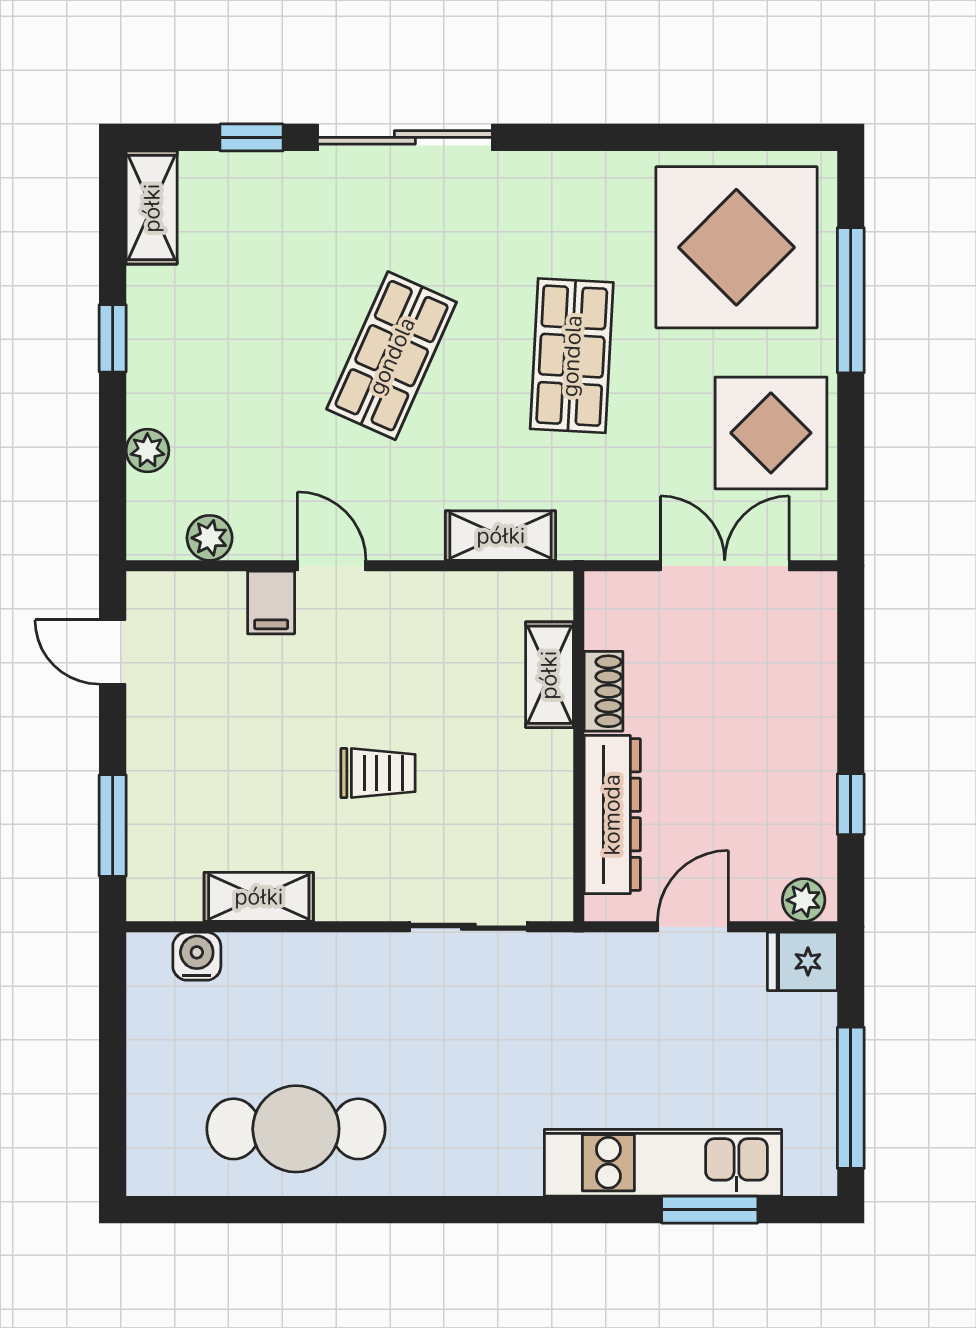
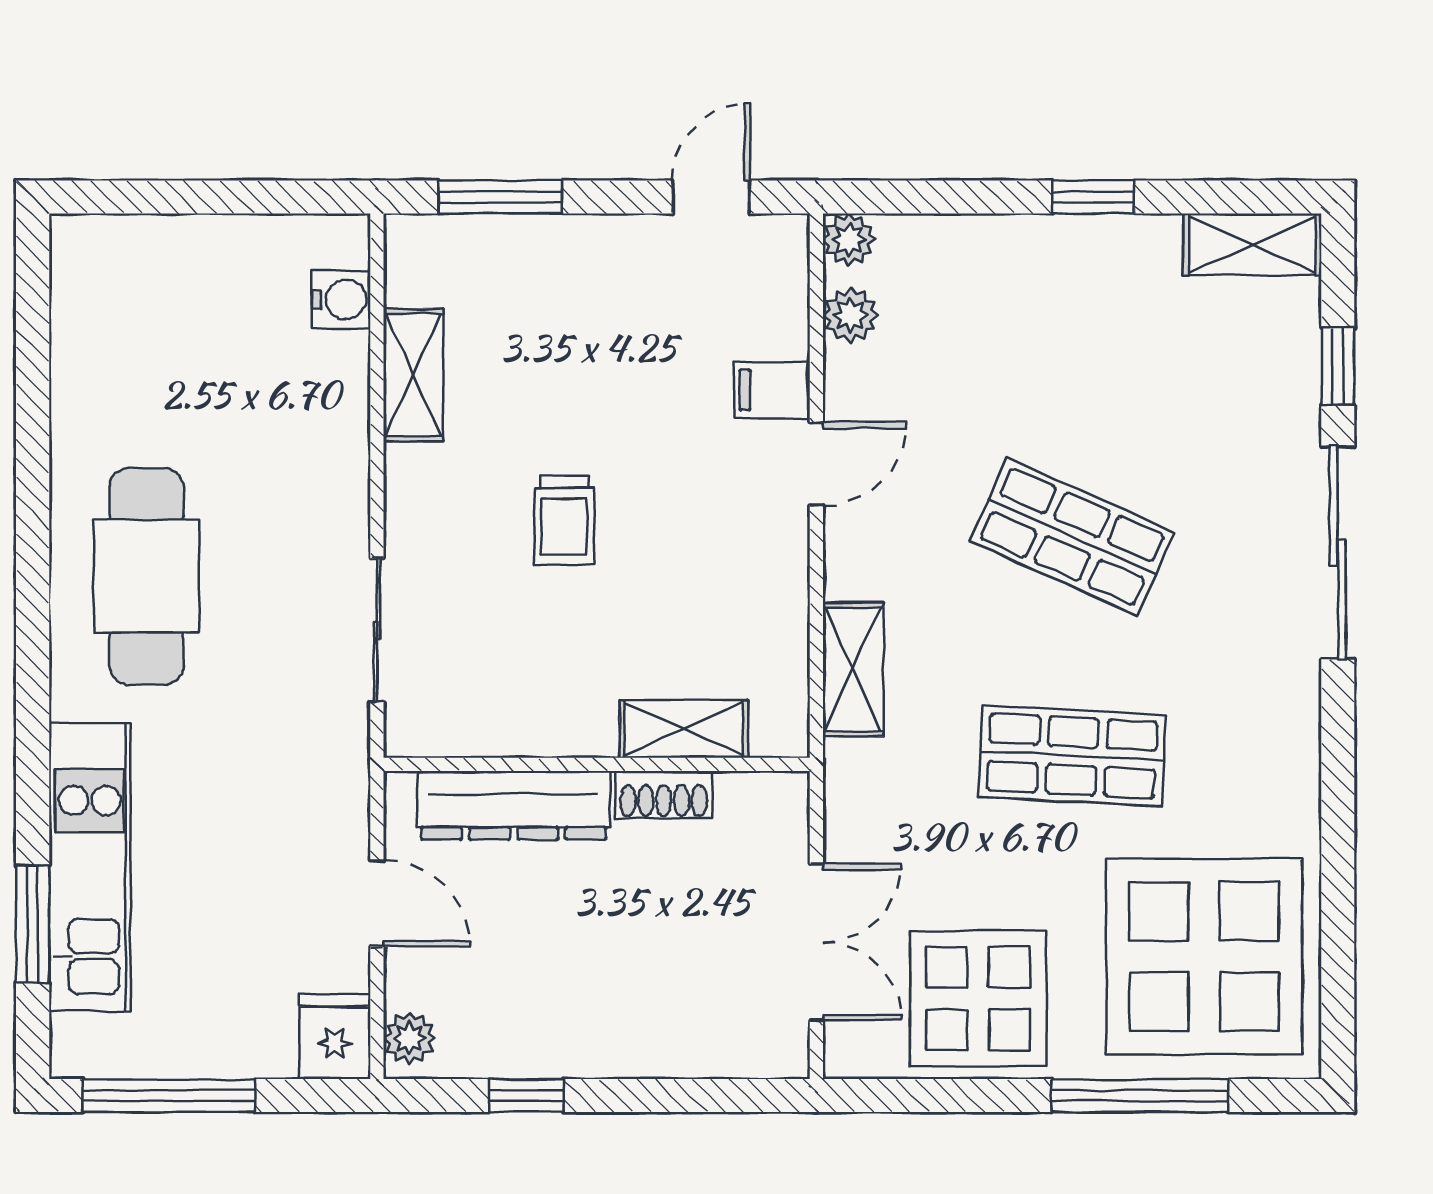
plant: (147, 450) -> (849, 240), moved
cafe table: (296, 1129) -> (147, 576), moved

